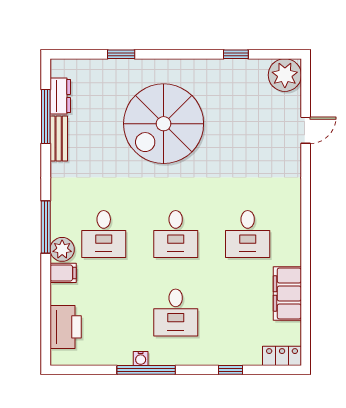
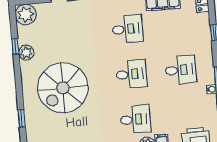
plant: (224, 71) -> (26, 53), added
spiral stairs: (164, 124) -> (63, 88), turned 90

